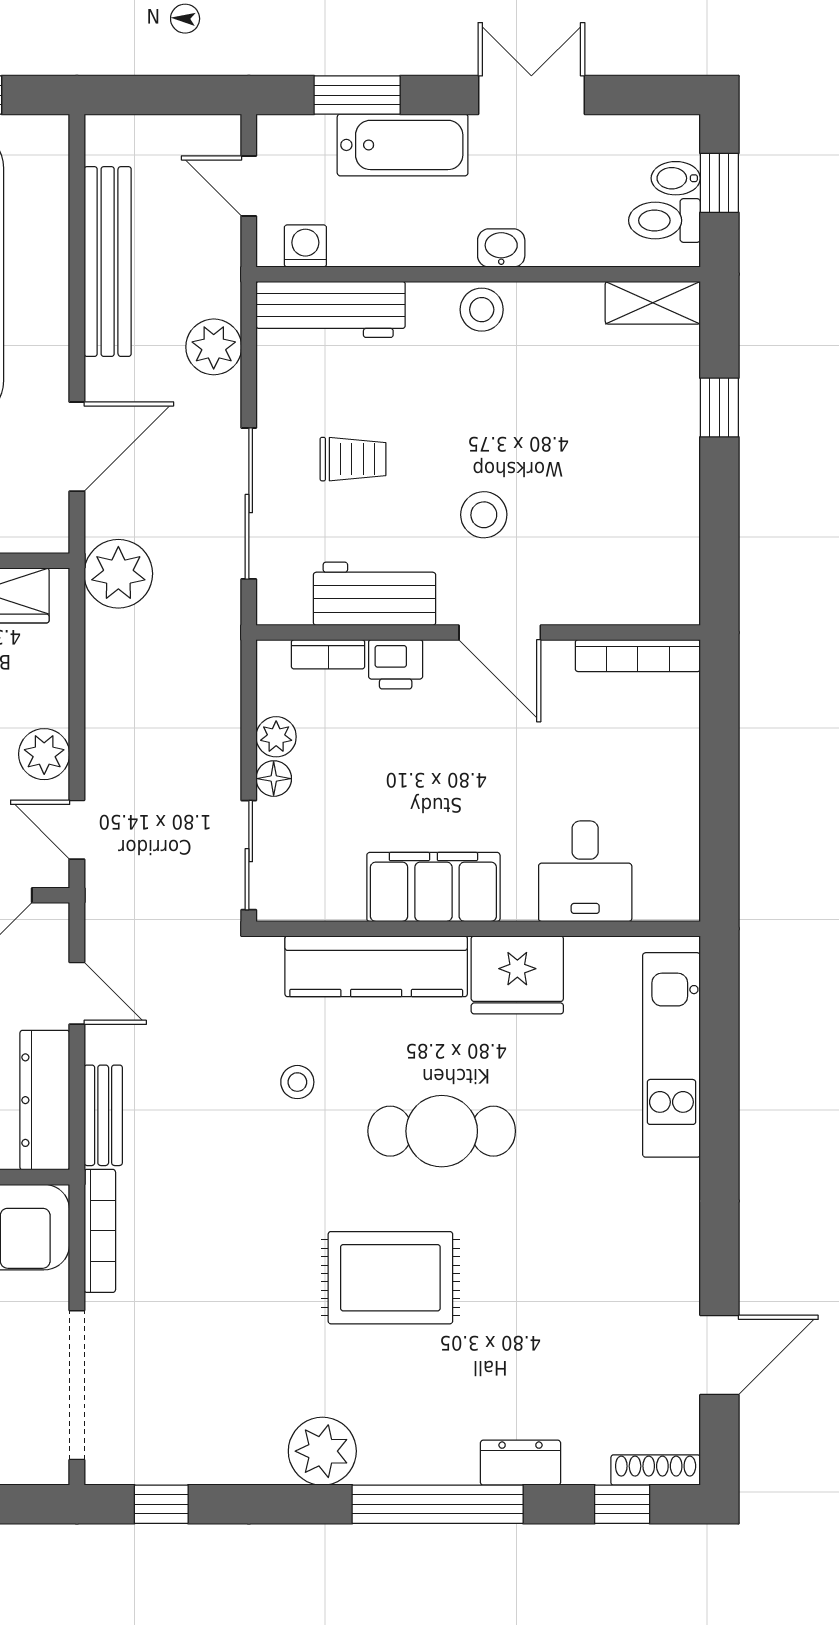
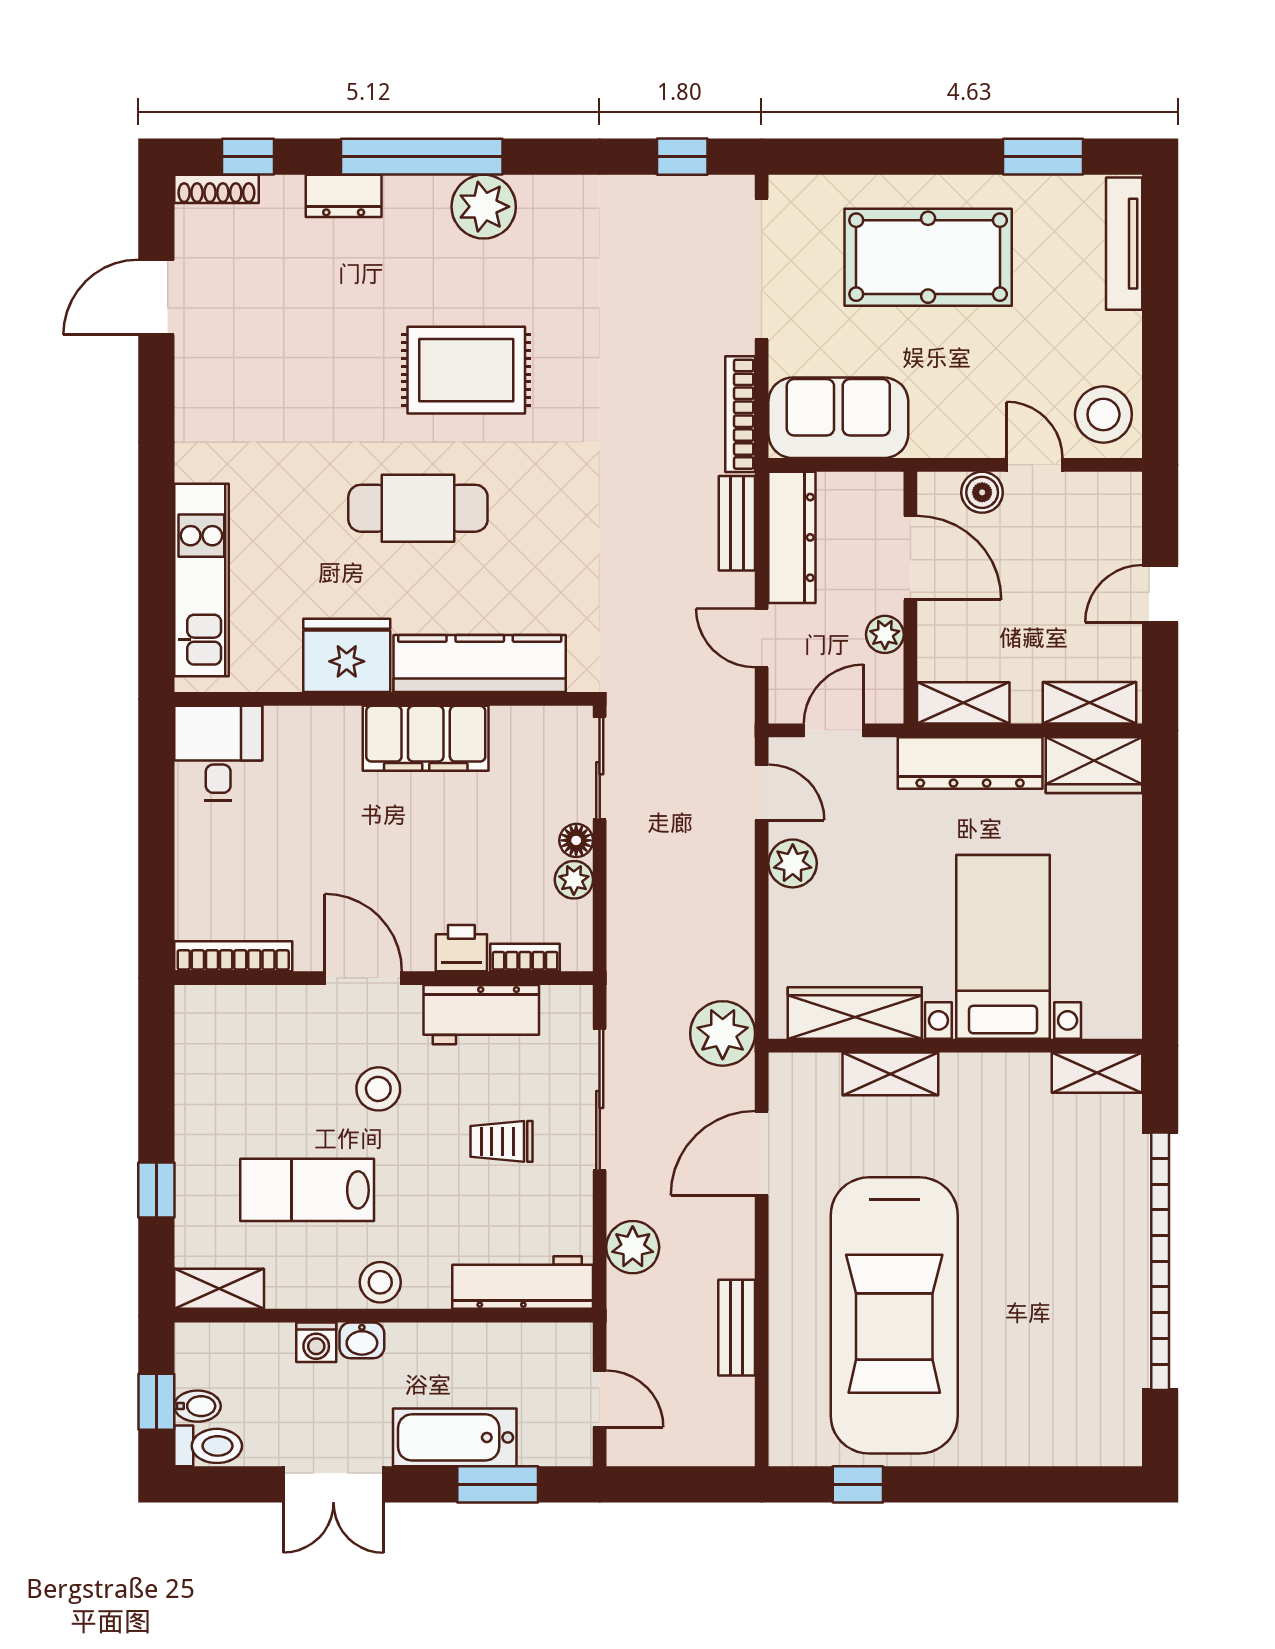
toilet: (664, 220) -> (208, 1446), moved
washing machine: (305, 246) -> (316, 1342), moved
bench: (108, 262) -> (737, 1328), width x0.54, depth x0.82
lab bench: (559, 408) -> (307, 1190), added
desk: (585, 871) -> (218, 753), moved
stool: (297, 1082) -> (554, 554), removed
plant: (322, 1451) -> (484, 207), moved

